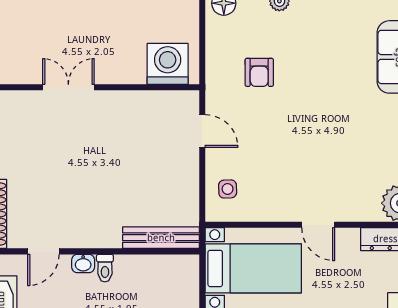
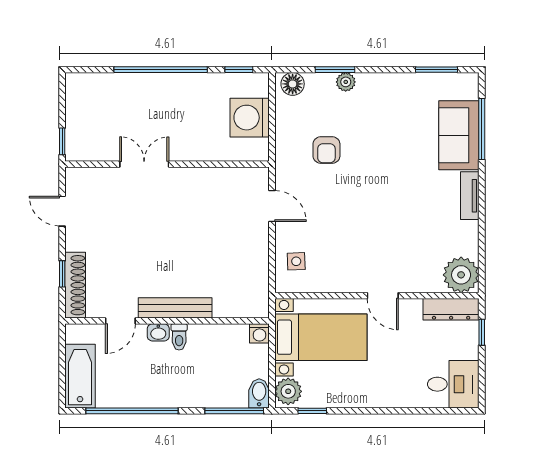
washing machine: (168, 64) -> (250, 118), moved, turned -90
bench: (161, 238) -> (175, 308), moved
washing machine: (189, 264) -> (259, 333), added

